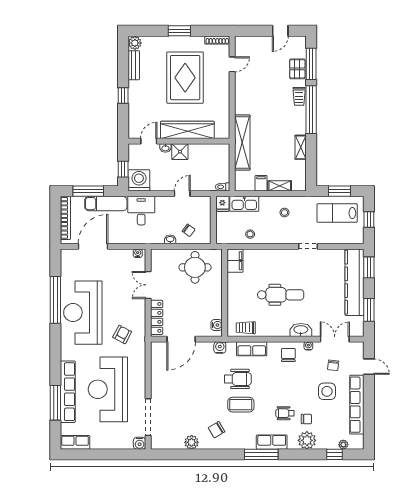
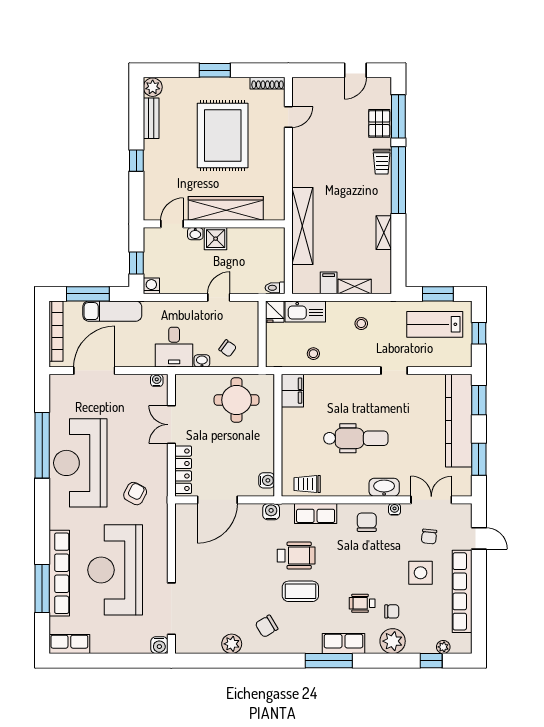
washing machine: (139, 180) -> (151, 286), width x0.53, depth x0.53
desk: (141, 211) -> (174, 347), moved, turned 180

